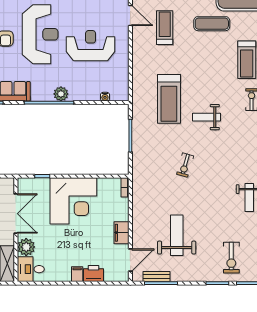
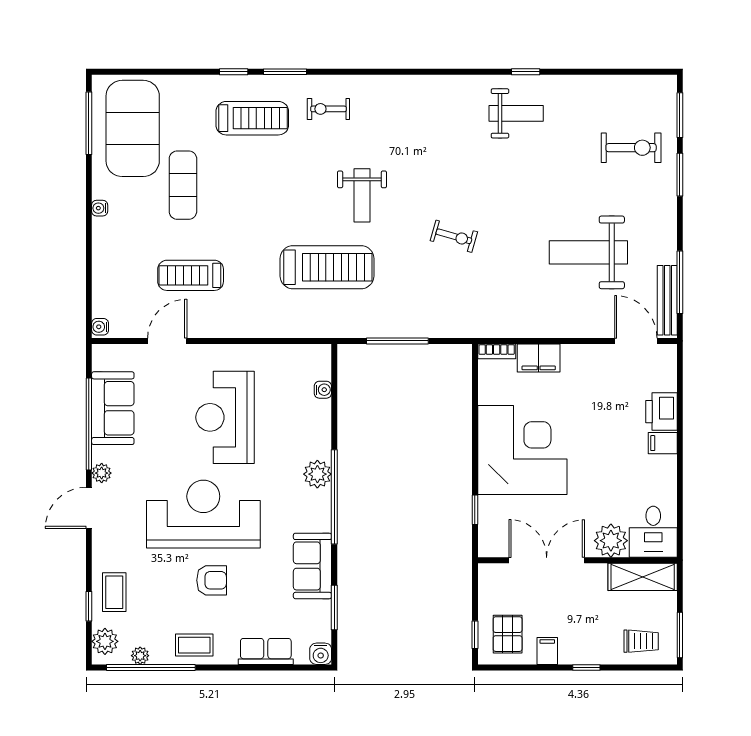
filing cabinet: (122, 233) -> (539, 358), moved
bench: (157, 276) -> (667, 300), width x1.36

